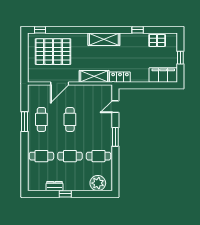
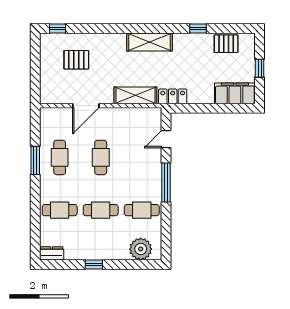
pallet: (53, 52) -> (76, 60), width x0.49, depth x0.50
window: (115, 137) -> (166, 183), width x1.44
dresser: (54, 186) -> (52, 253), moved

